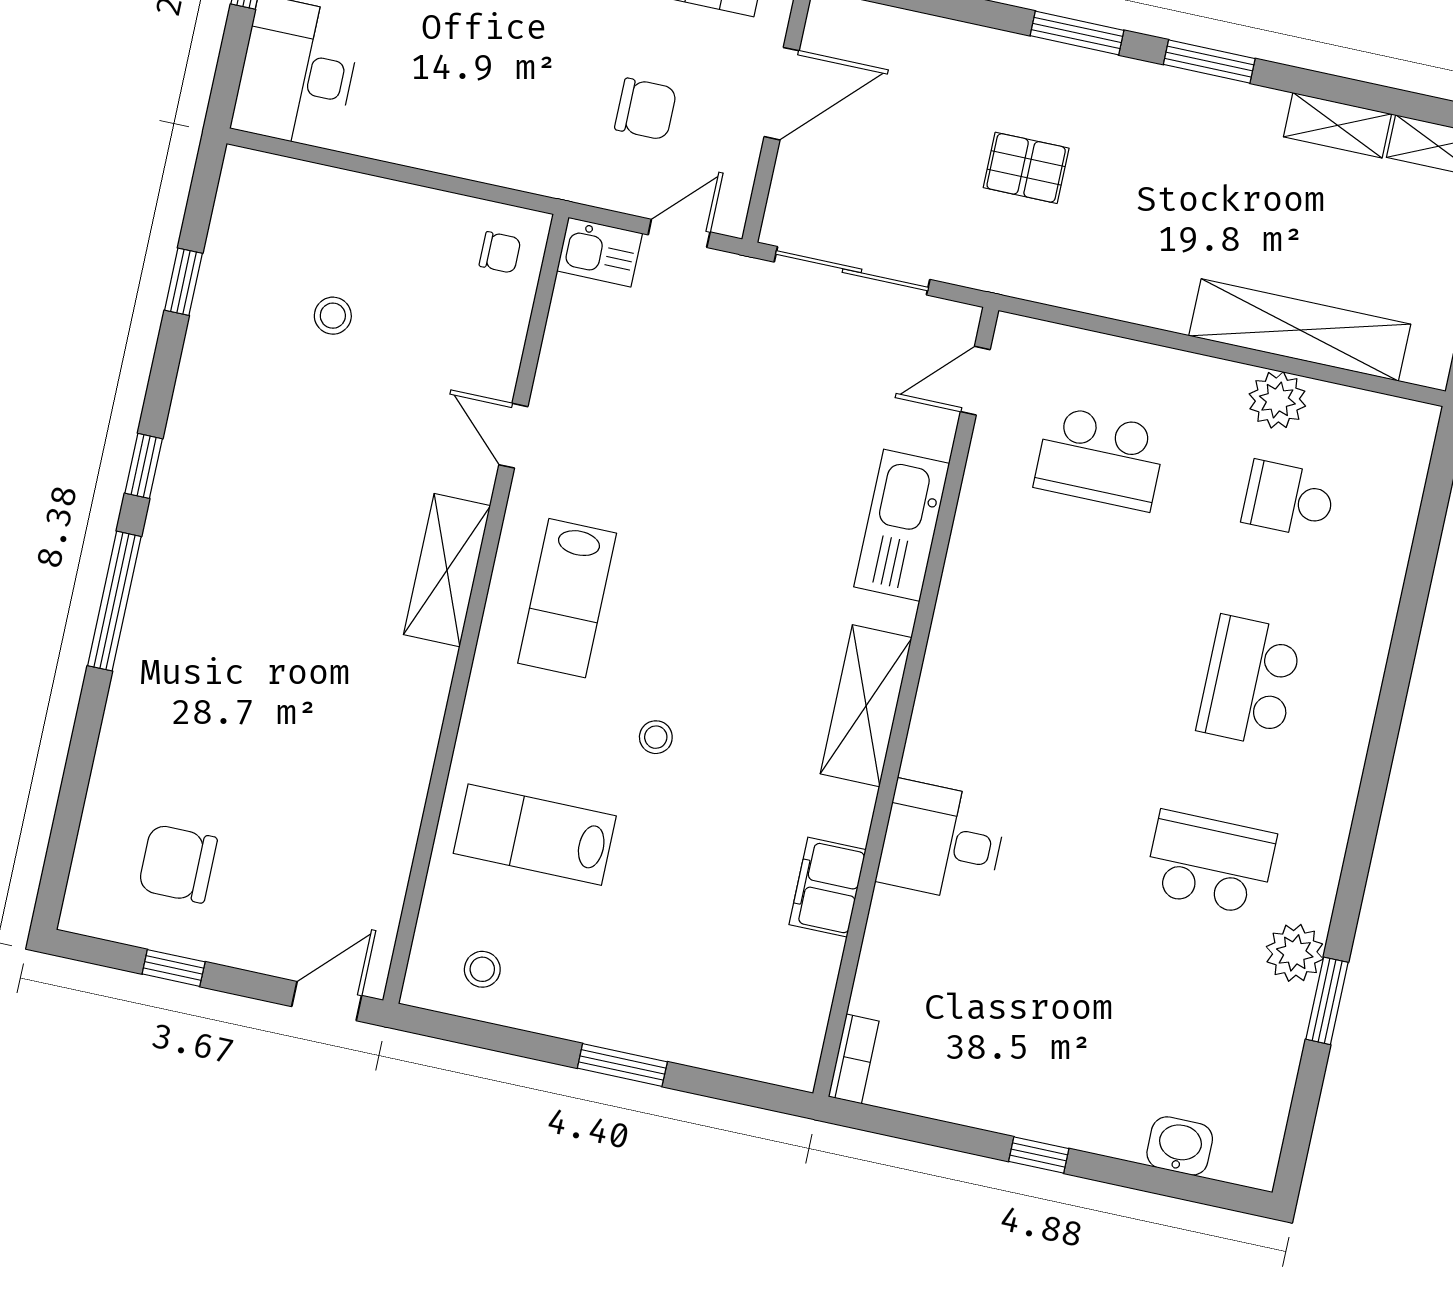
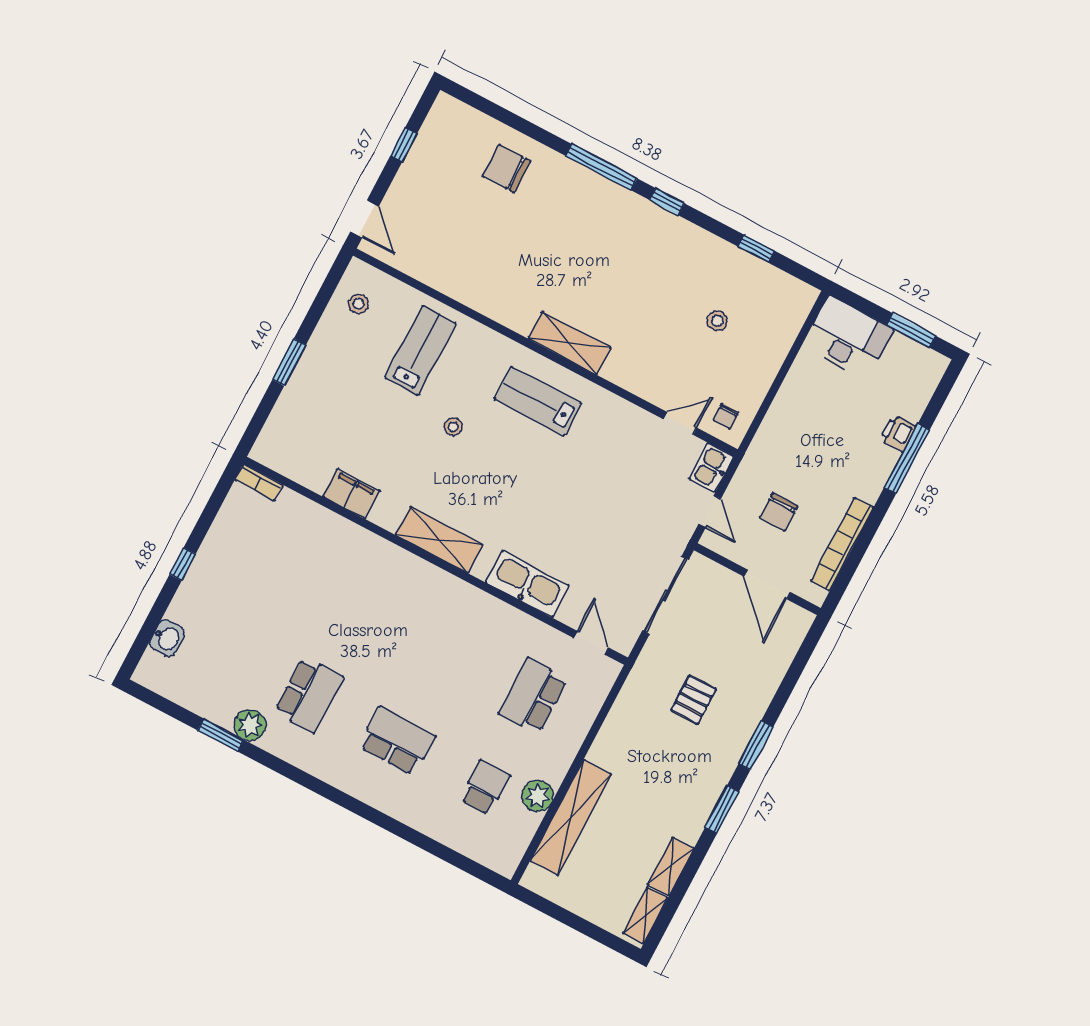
door: (513, 436) -> (680, 423), moved
desk: (942, 841) -> (358, 559), removed
chair: (178, 864) -> (507, 169), moved, turned -90

